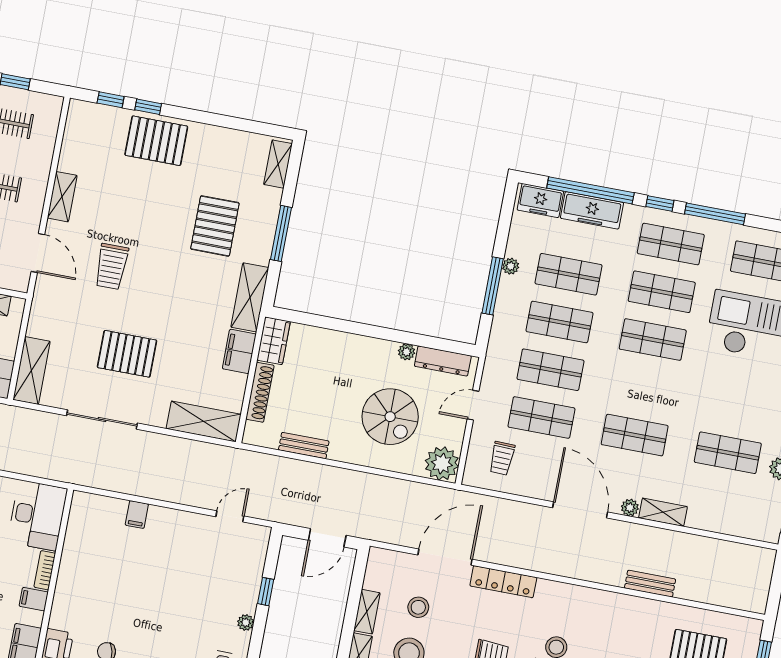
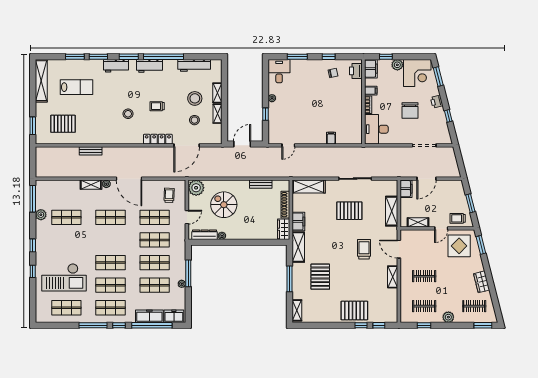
shelving: (32, 371) -> (392, 211), moved

